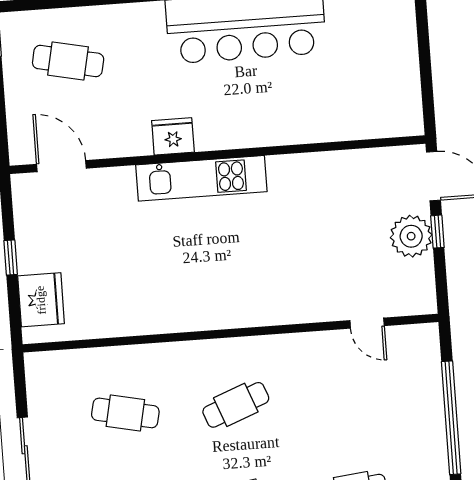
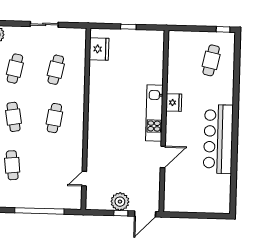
door: (61, 166) -> (163, 157), moved
fridge: (41, 300) -> (99, 49), moved, turned -90
cafe table: (236, 405) -> (54, 118), turned 30

